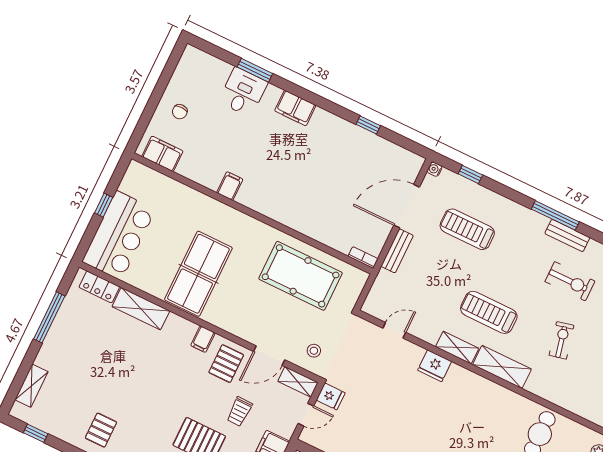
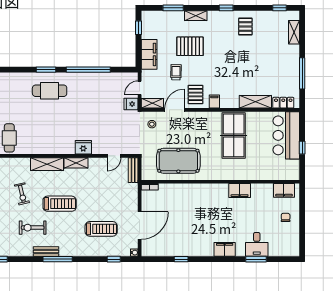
filing cabinet: (230, 186) -> (240, 191), width x2.00
bench: (397, 251) -> (133, 170), moved
treadmill: (489, 312) -> (60, 204), moved

